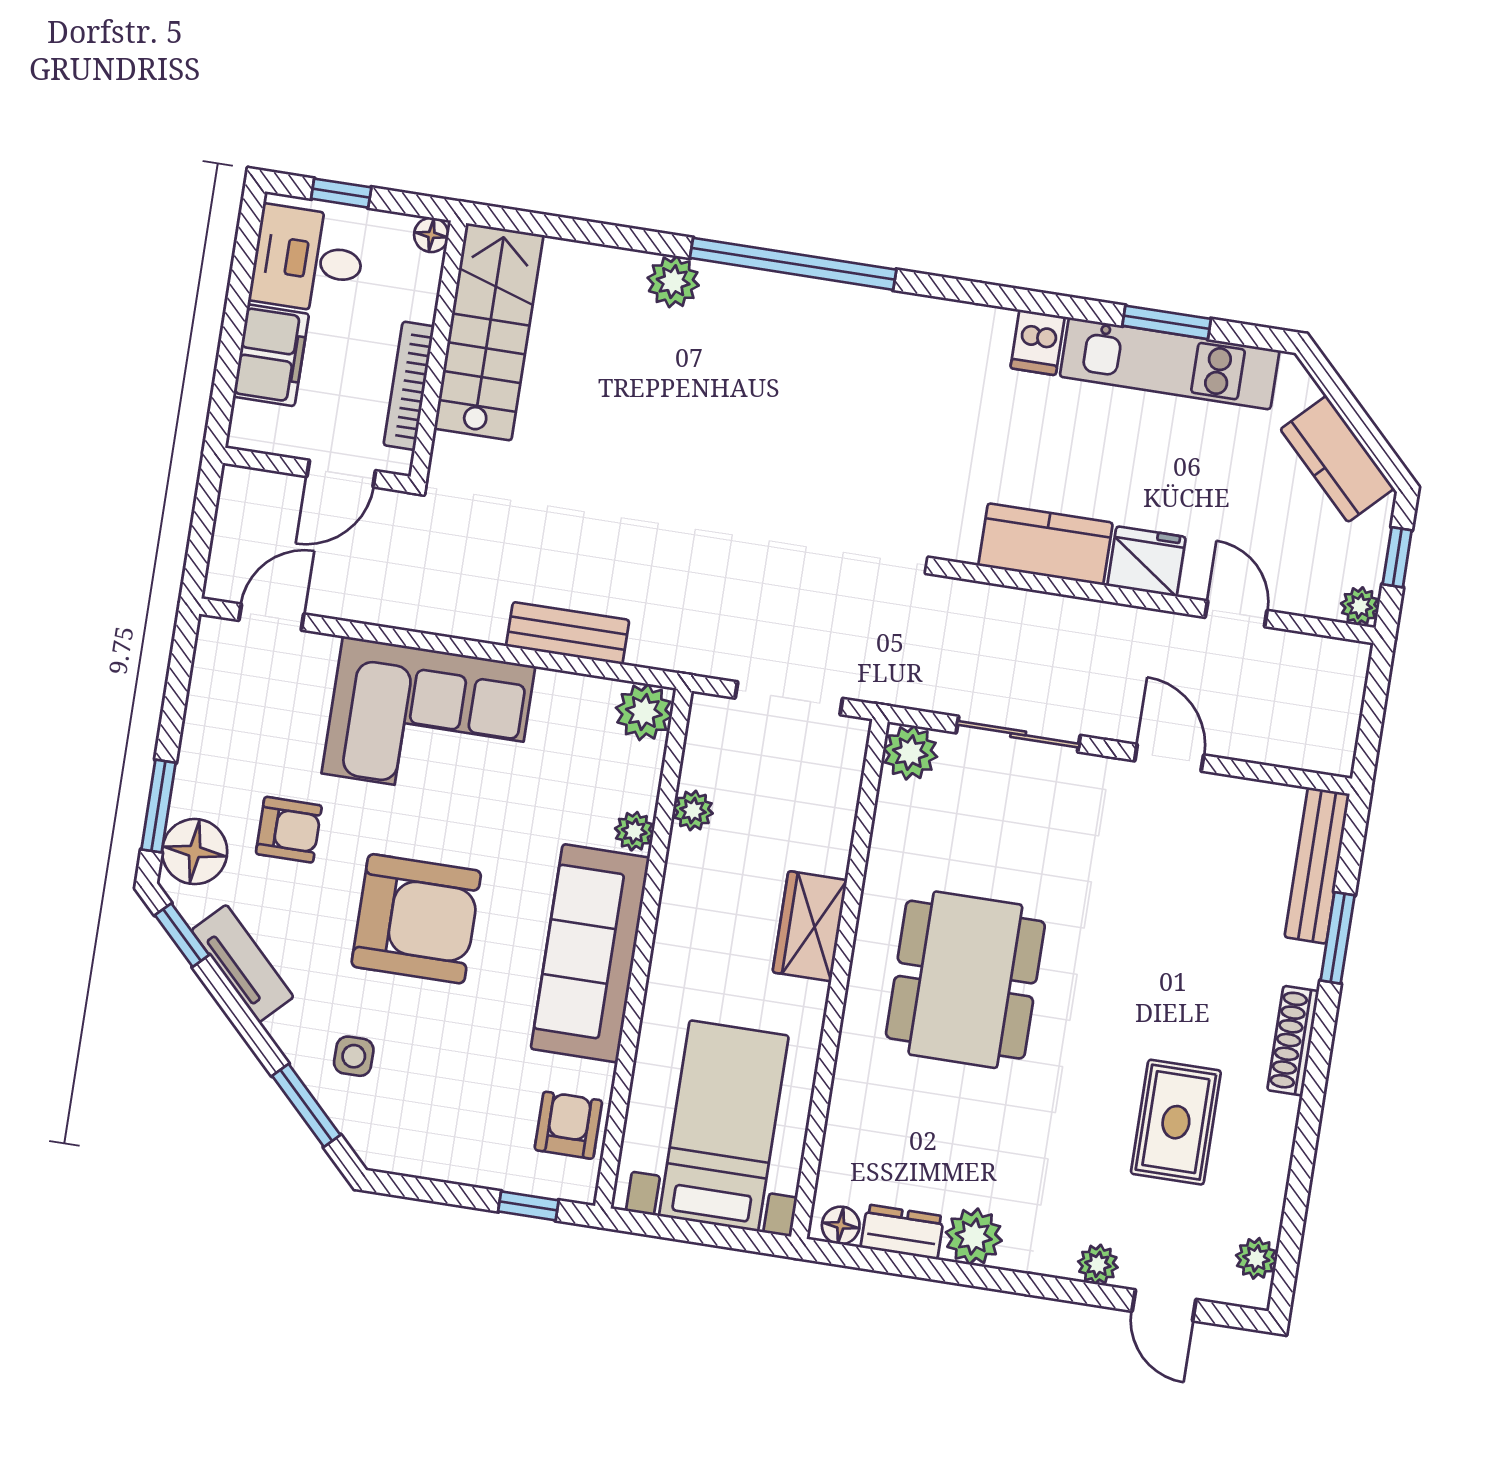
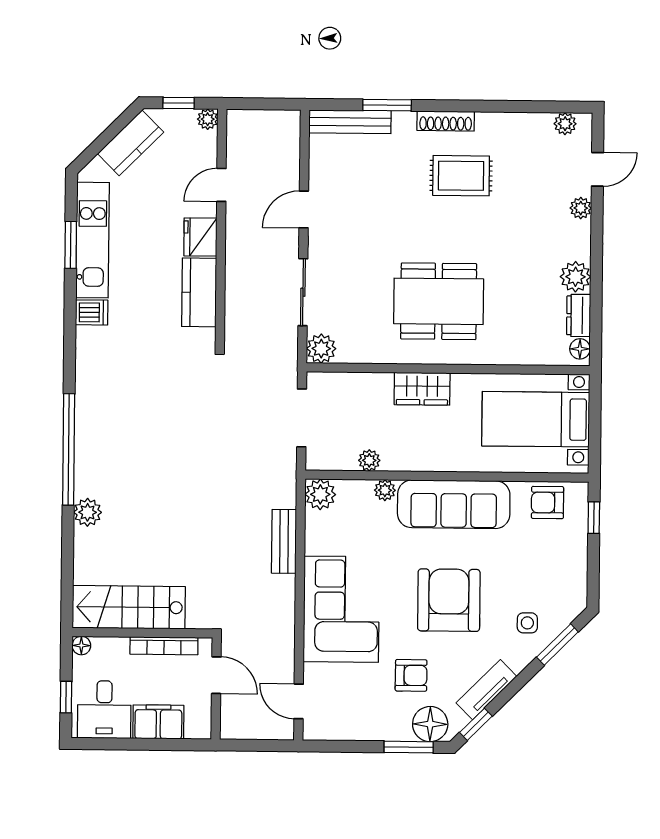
armchair: (289, 830) -> (411, 675), turned 90
rug: (1176, 1122) -> (461, 176), moved

